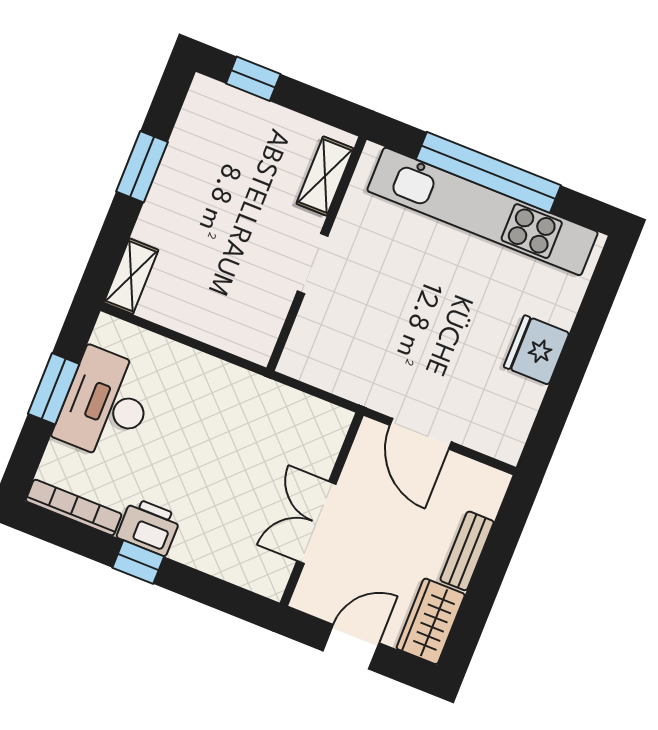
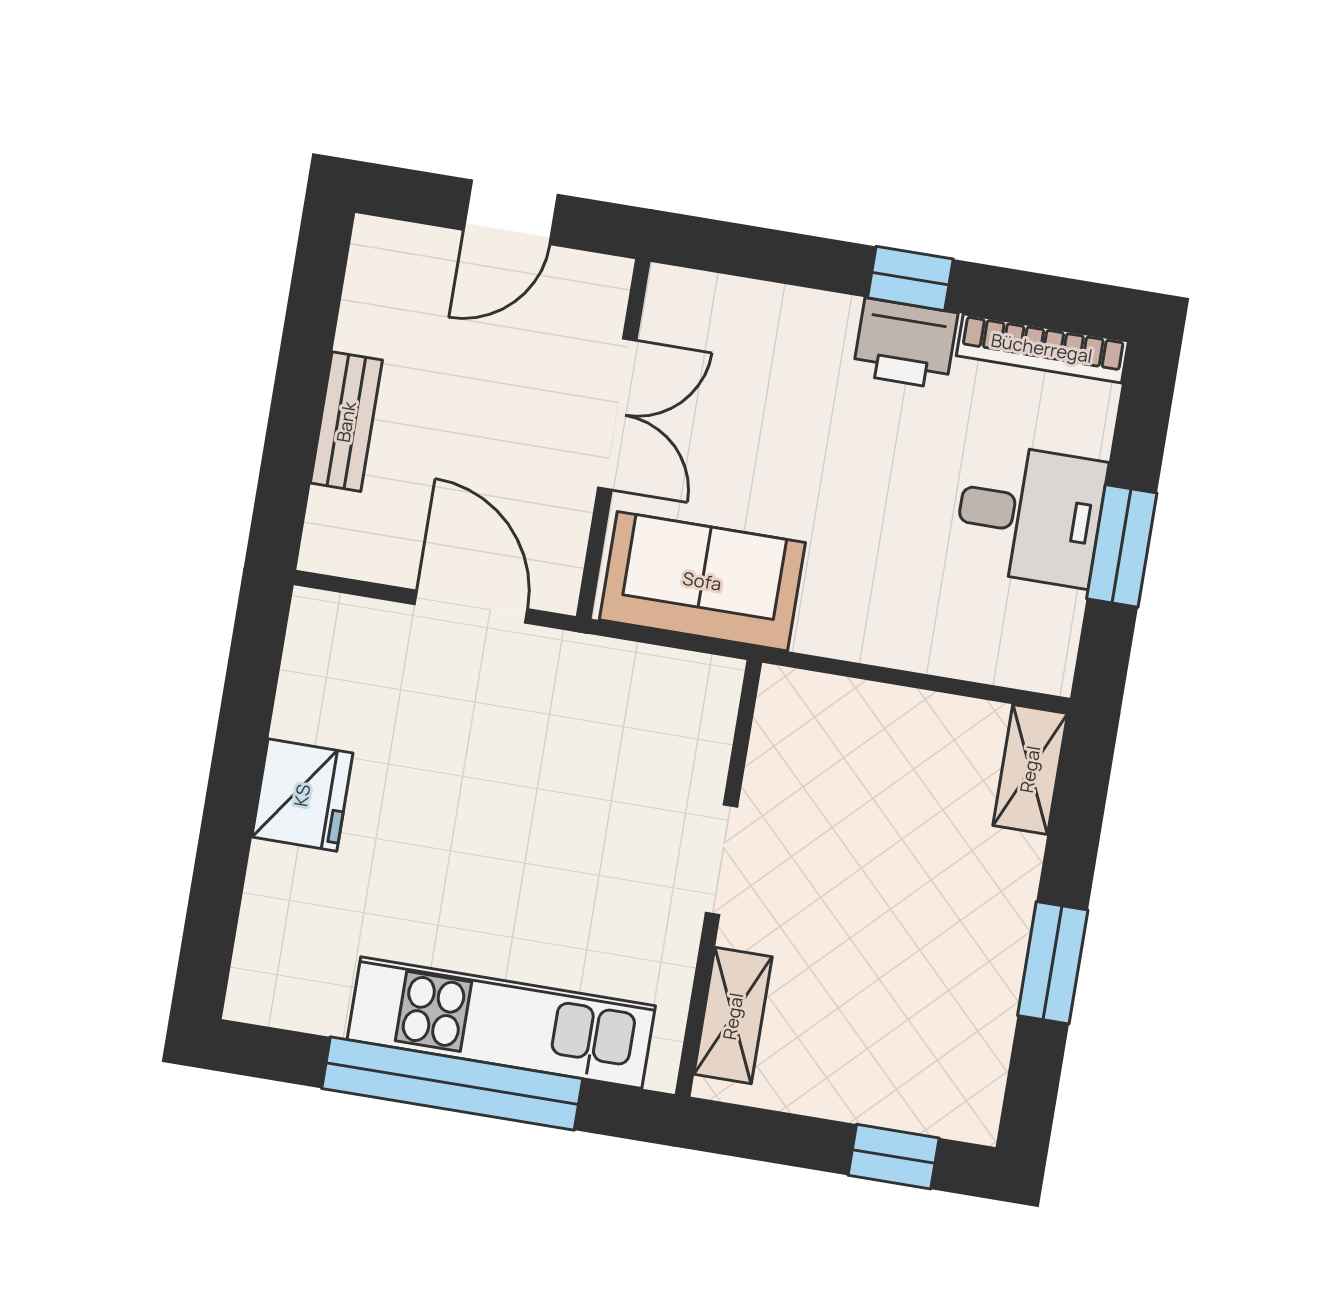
kitchen unit: (482, 211) -> (501, 1023), width x0.73
desk: (106, 404) -> (1030, 515), width x0.73
sofa: (290, 420) -> (702, 581), added
wardrobe: (431, 621) -> (383, 286), removed

